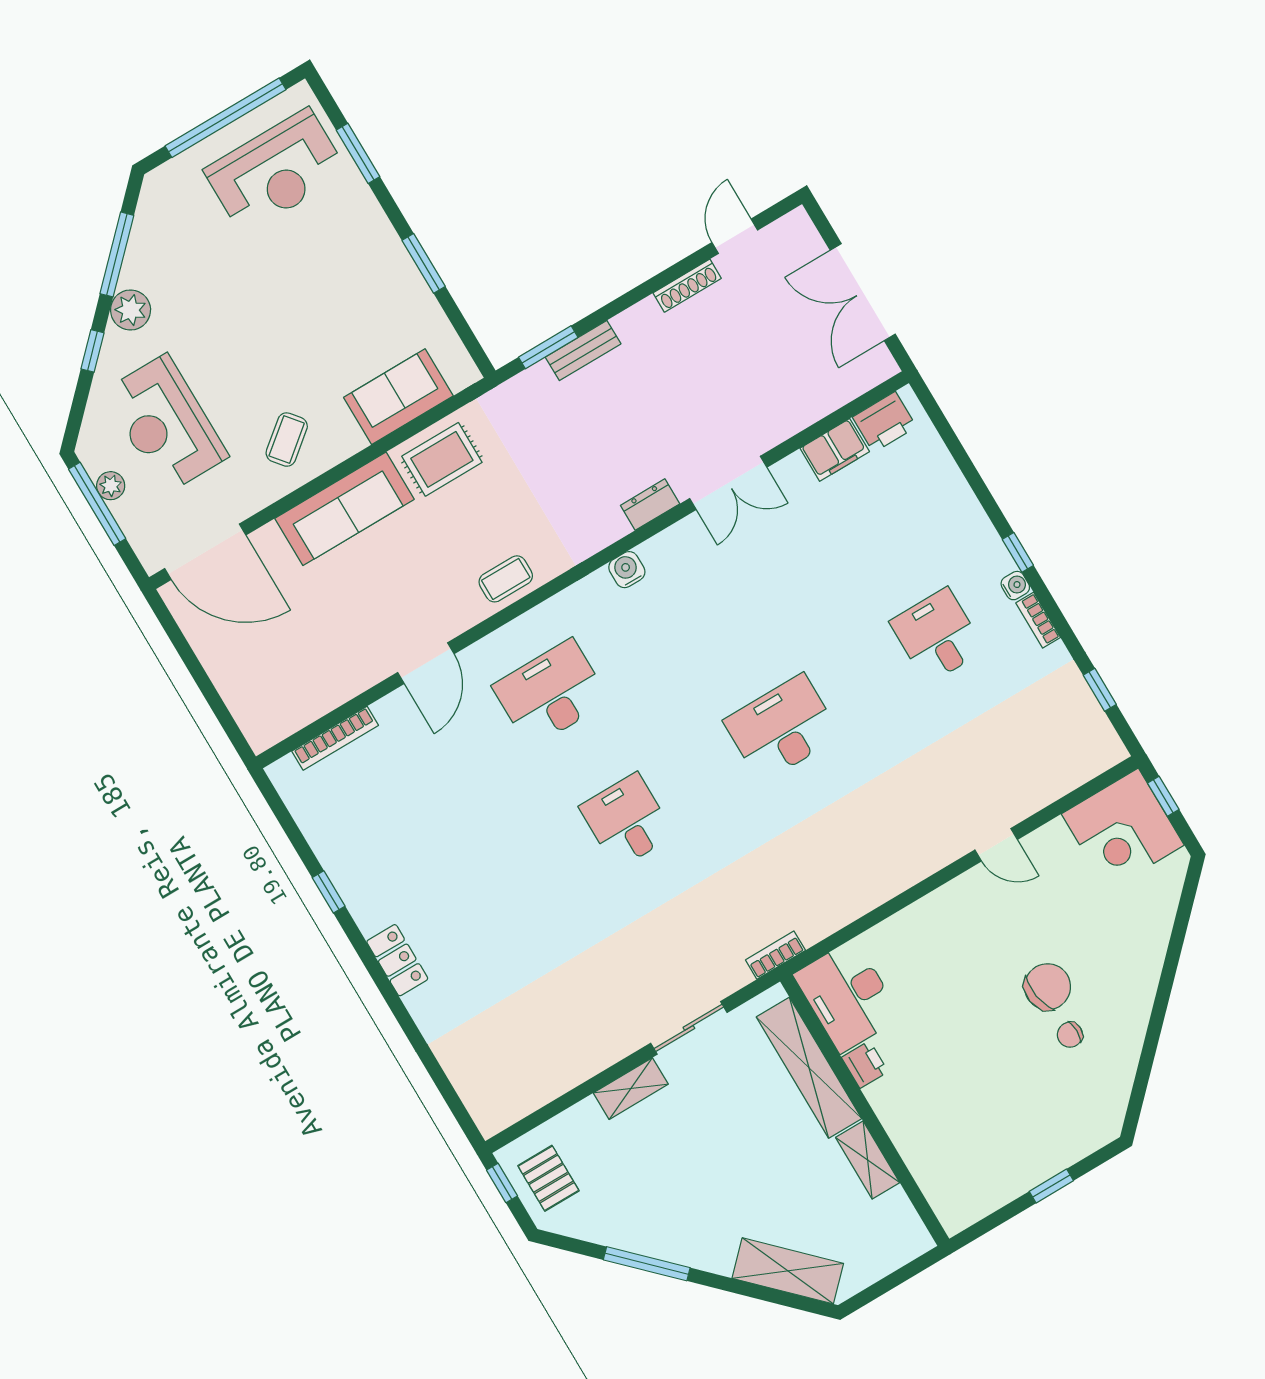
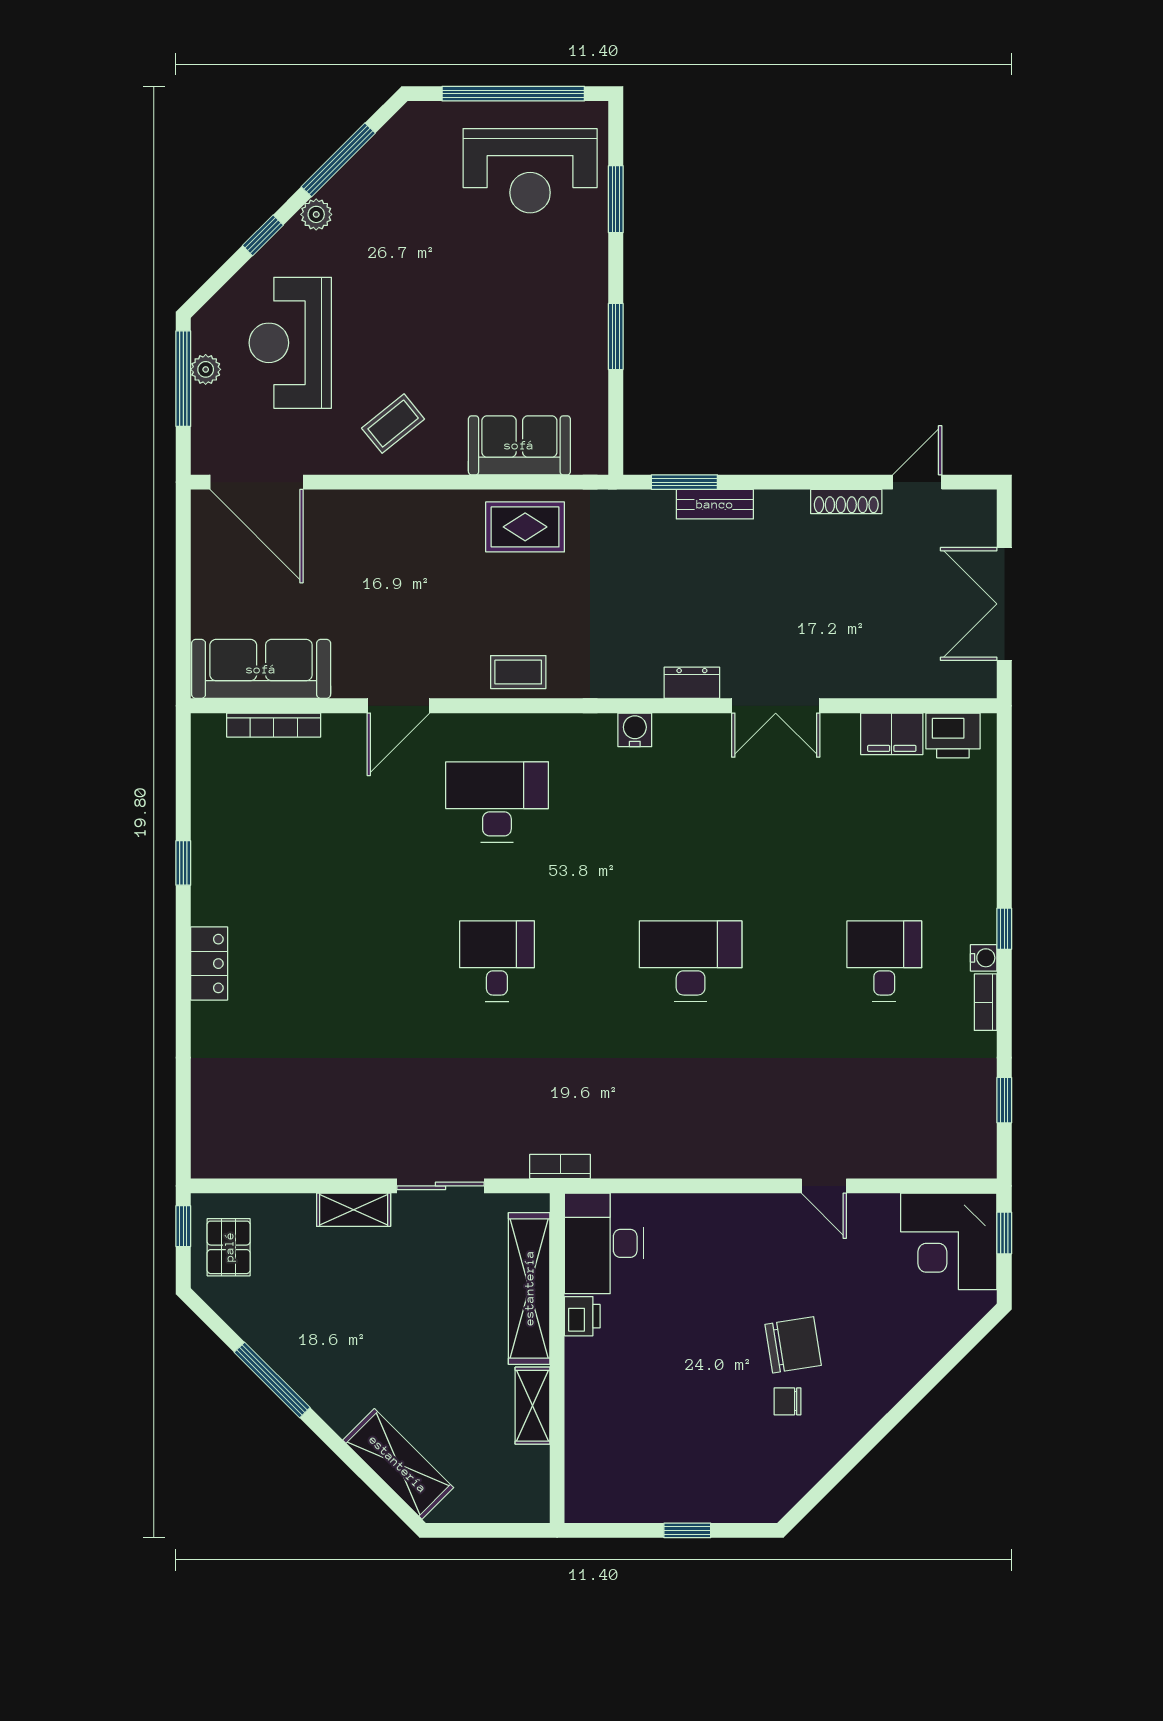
plant: (131, 310) -> (316, 214), width x0.73, depth x0.73
sofa: (344, 509) -> (261, 669), moved, turned 180

